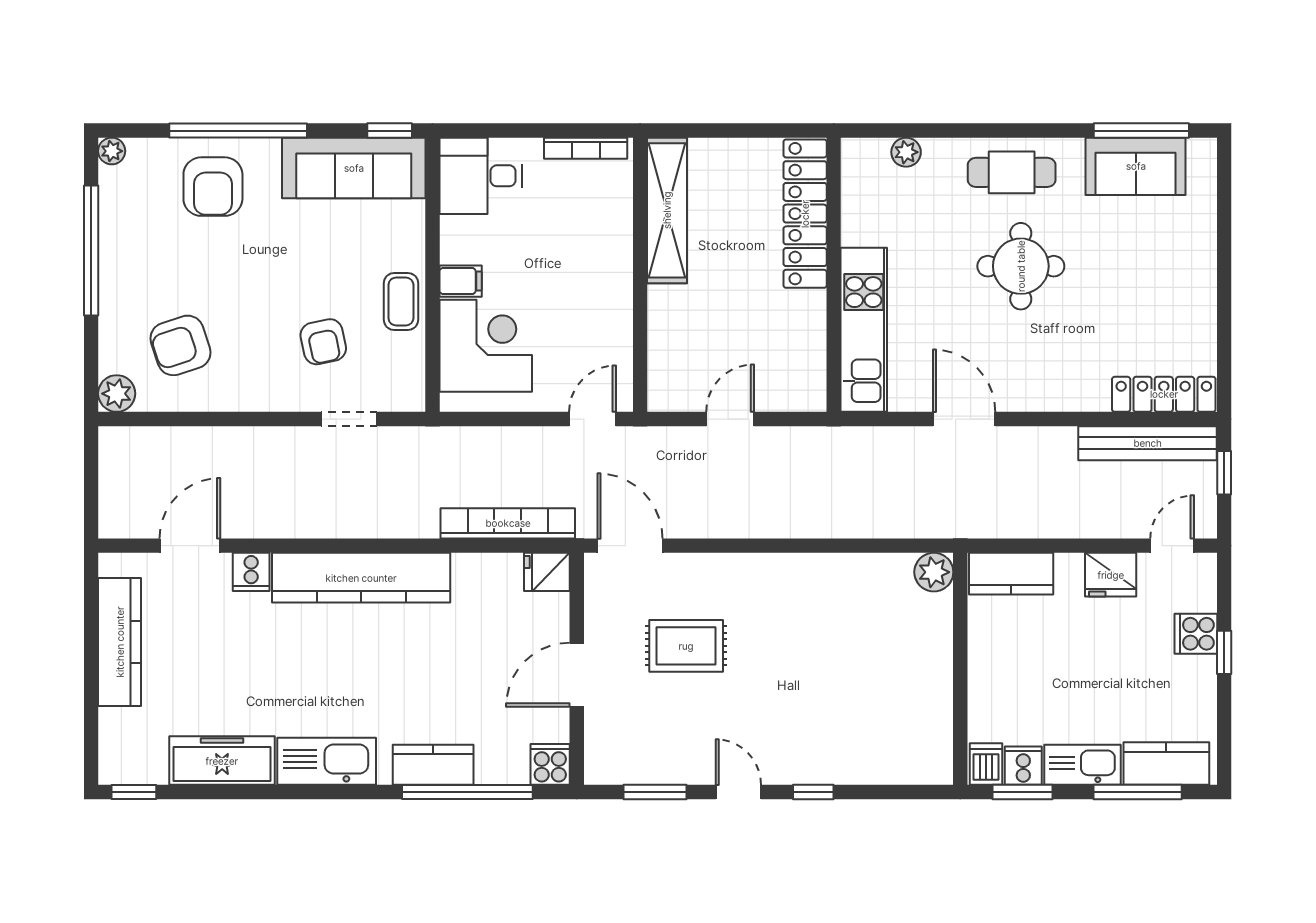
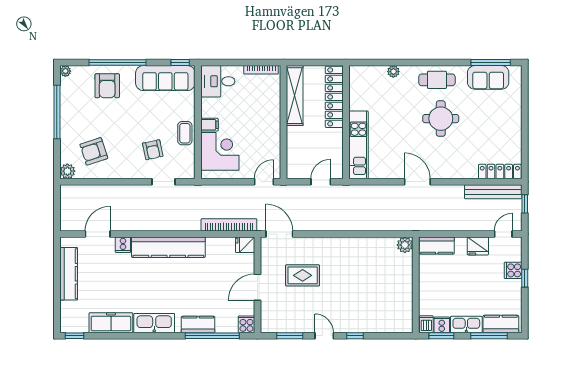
locker: (805, 214) -> (334, 97), moved
wall: (834, 275) -> (346, 122), moved
kitchen unit: (864, 330) -> (359, 145), moved

